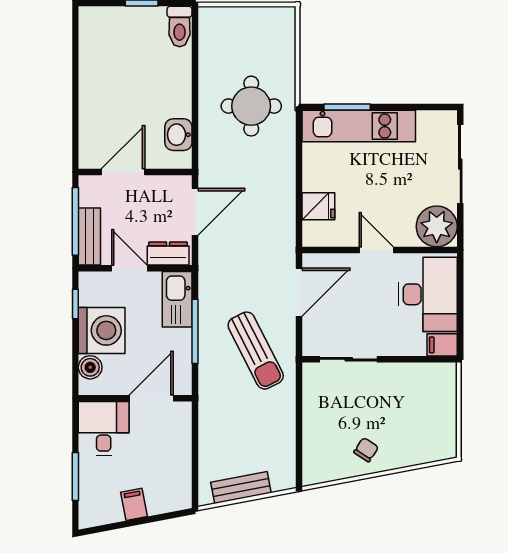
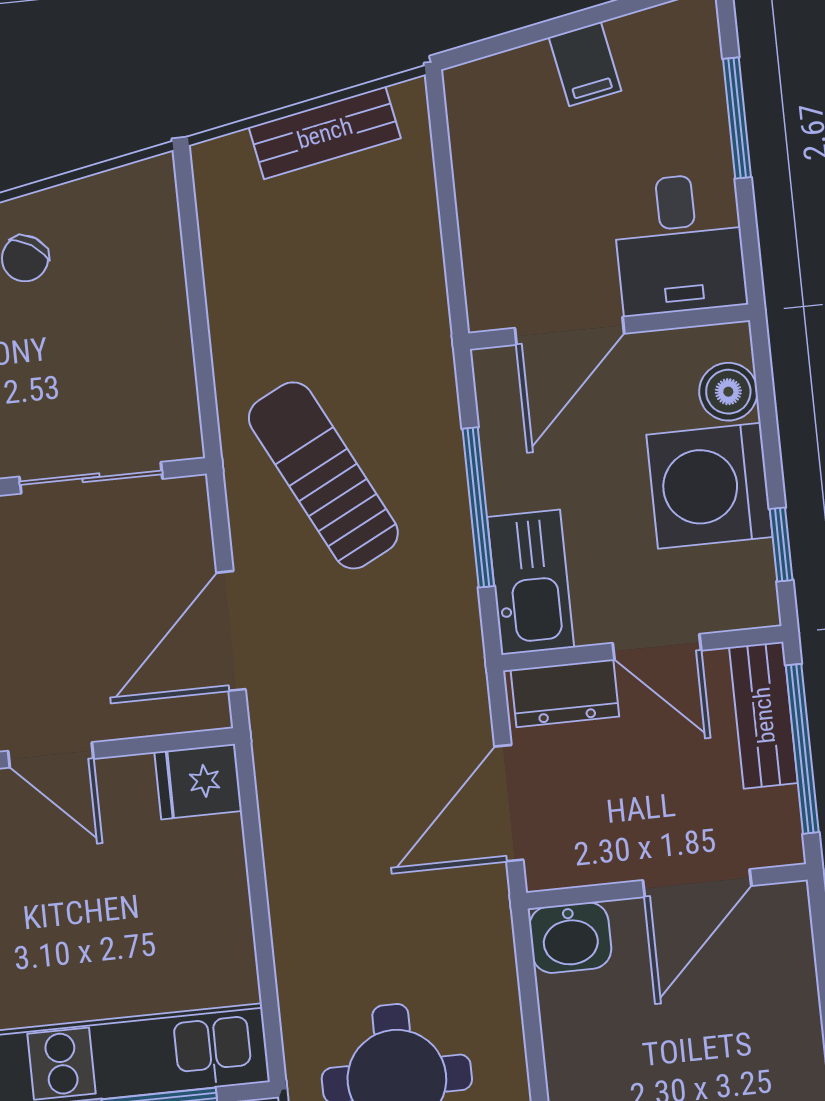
washbasin: (178, 135) -> (570, 938), moved, turned 90
fridge: (318, 206) -> (198, 782), moved

